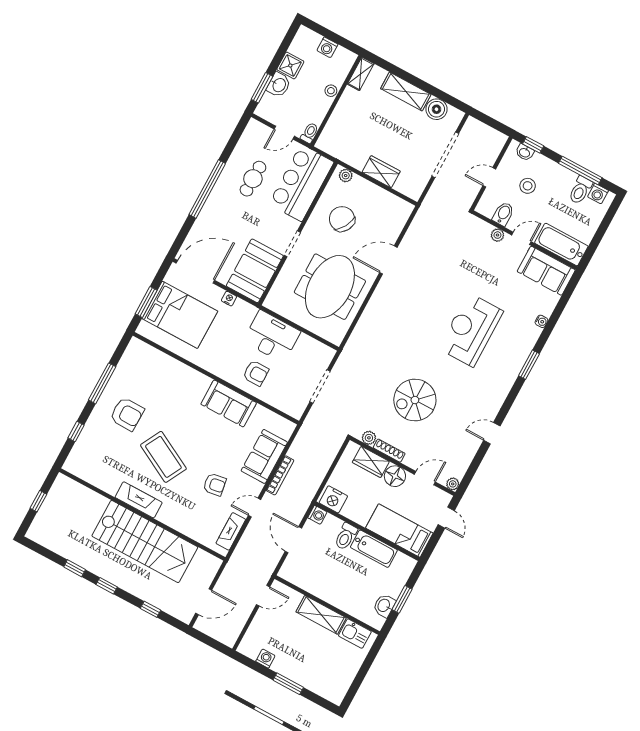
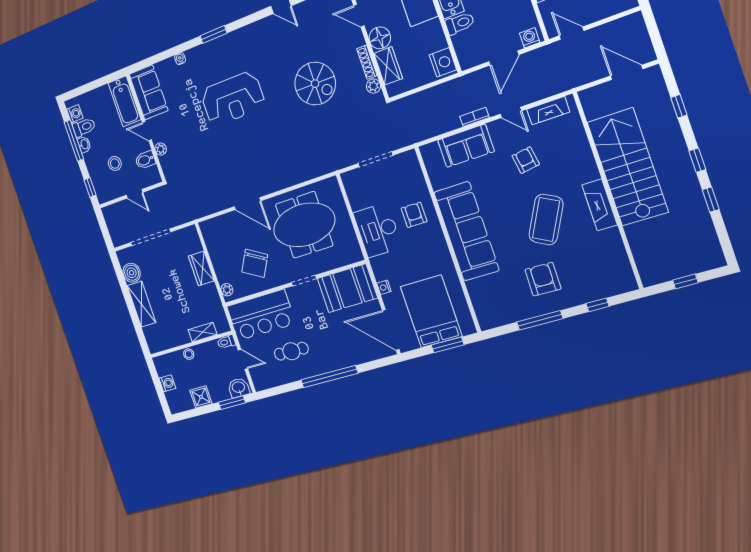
shelving: (361, 74) -> (203, 332), moved
washbasin: (279, 85) -> (239, 388), moved
washbasin: (525, 152) -> (84, 144), moved
sofa: (229, 403) -> (466, 231), width x1.85, depth x1.27
bookcase: (280, 475) -> (474, 117), width x0.64
washing machine: (317, 515) -> (530, 38), moved

